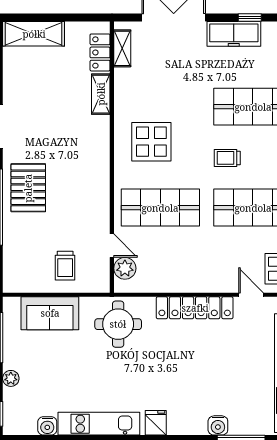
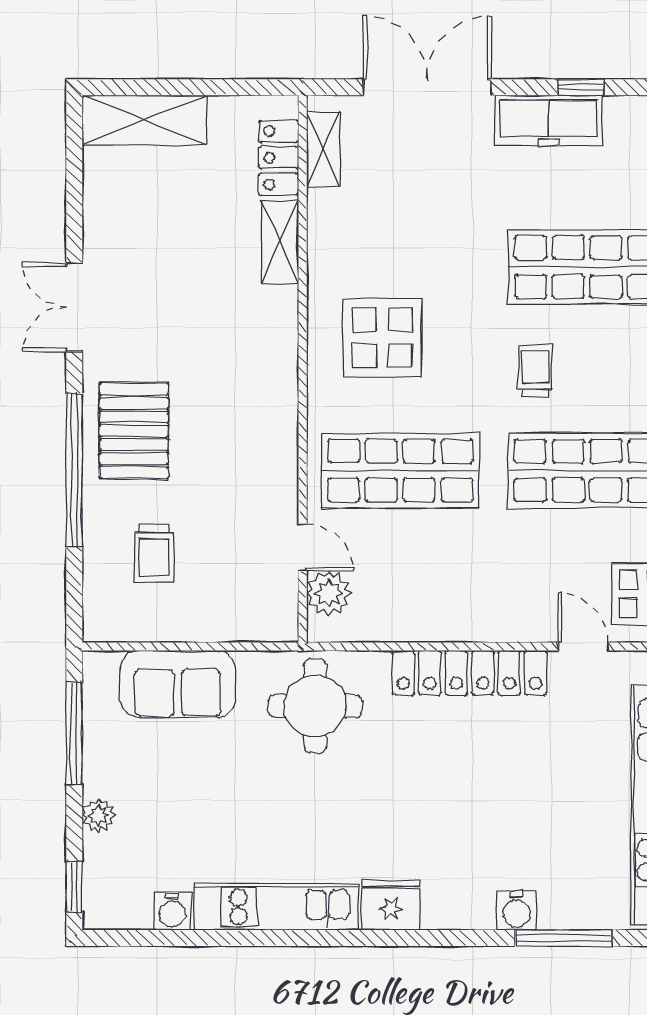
trolley: (227, 158) -> (535, 371), turned 90
trolley: (65, 266) -> (154, 553), moved
fridge: (156, 423) -> (391, 905), width x1.38

